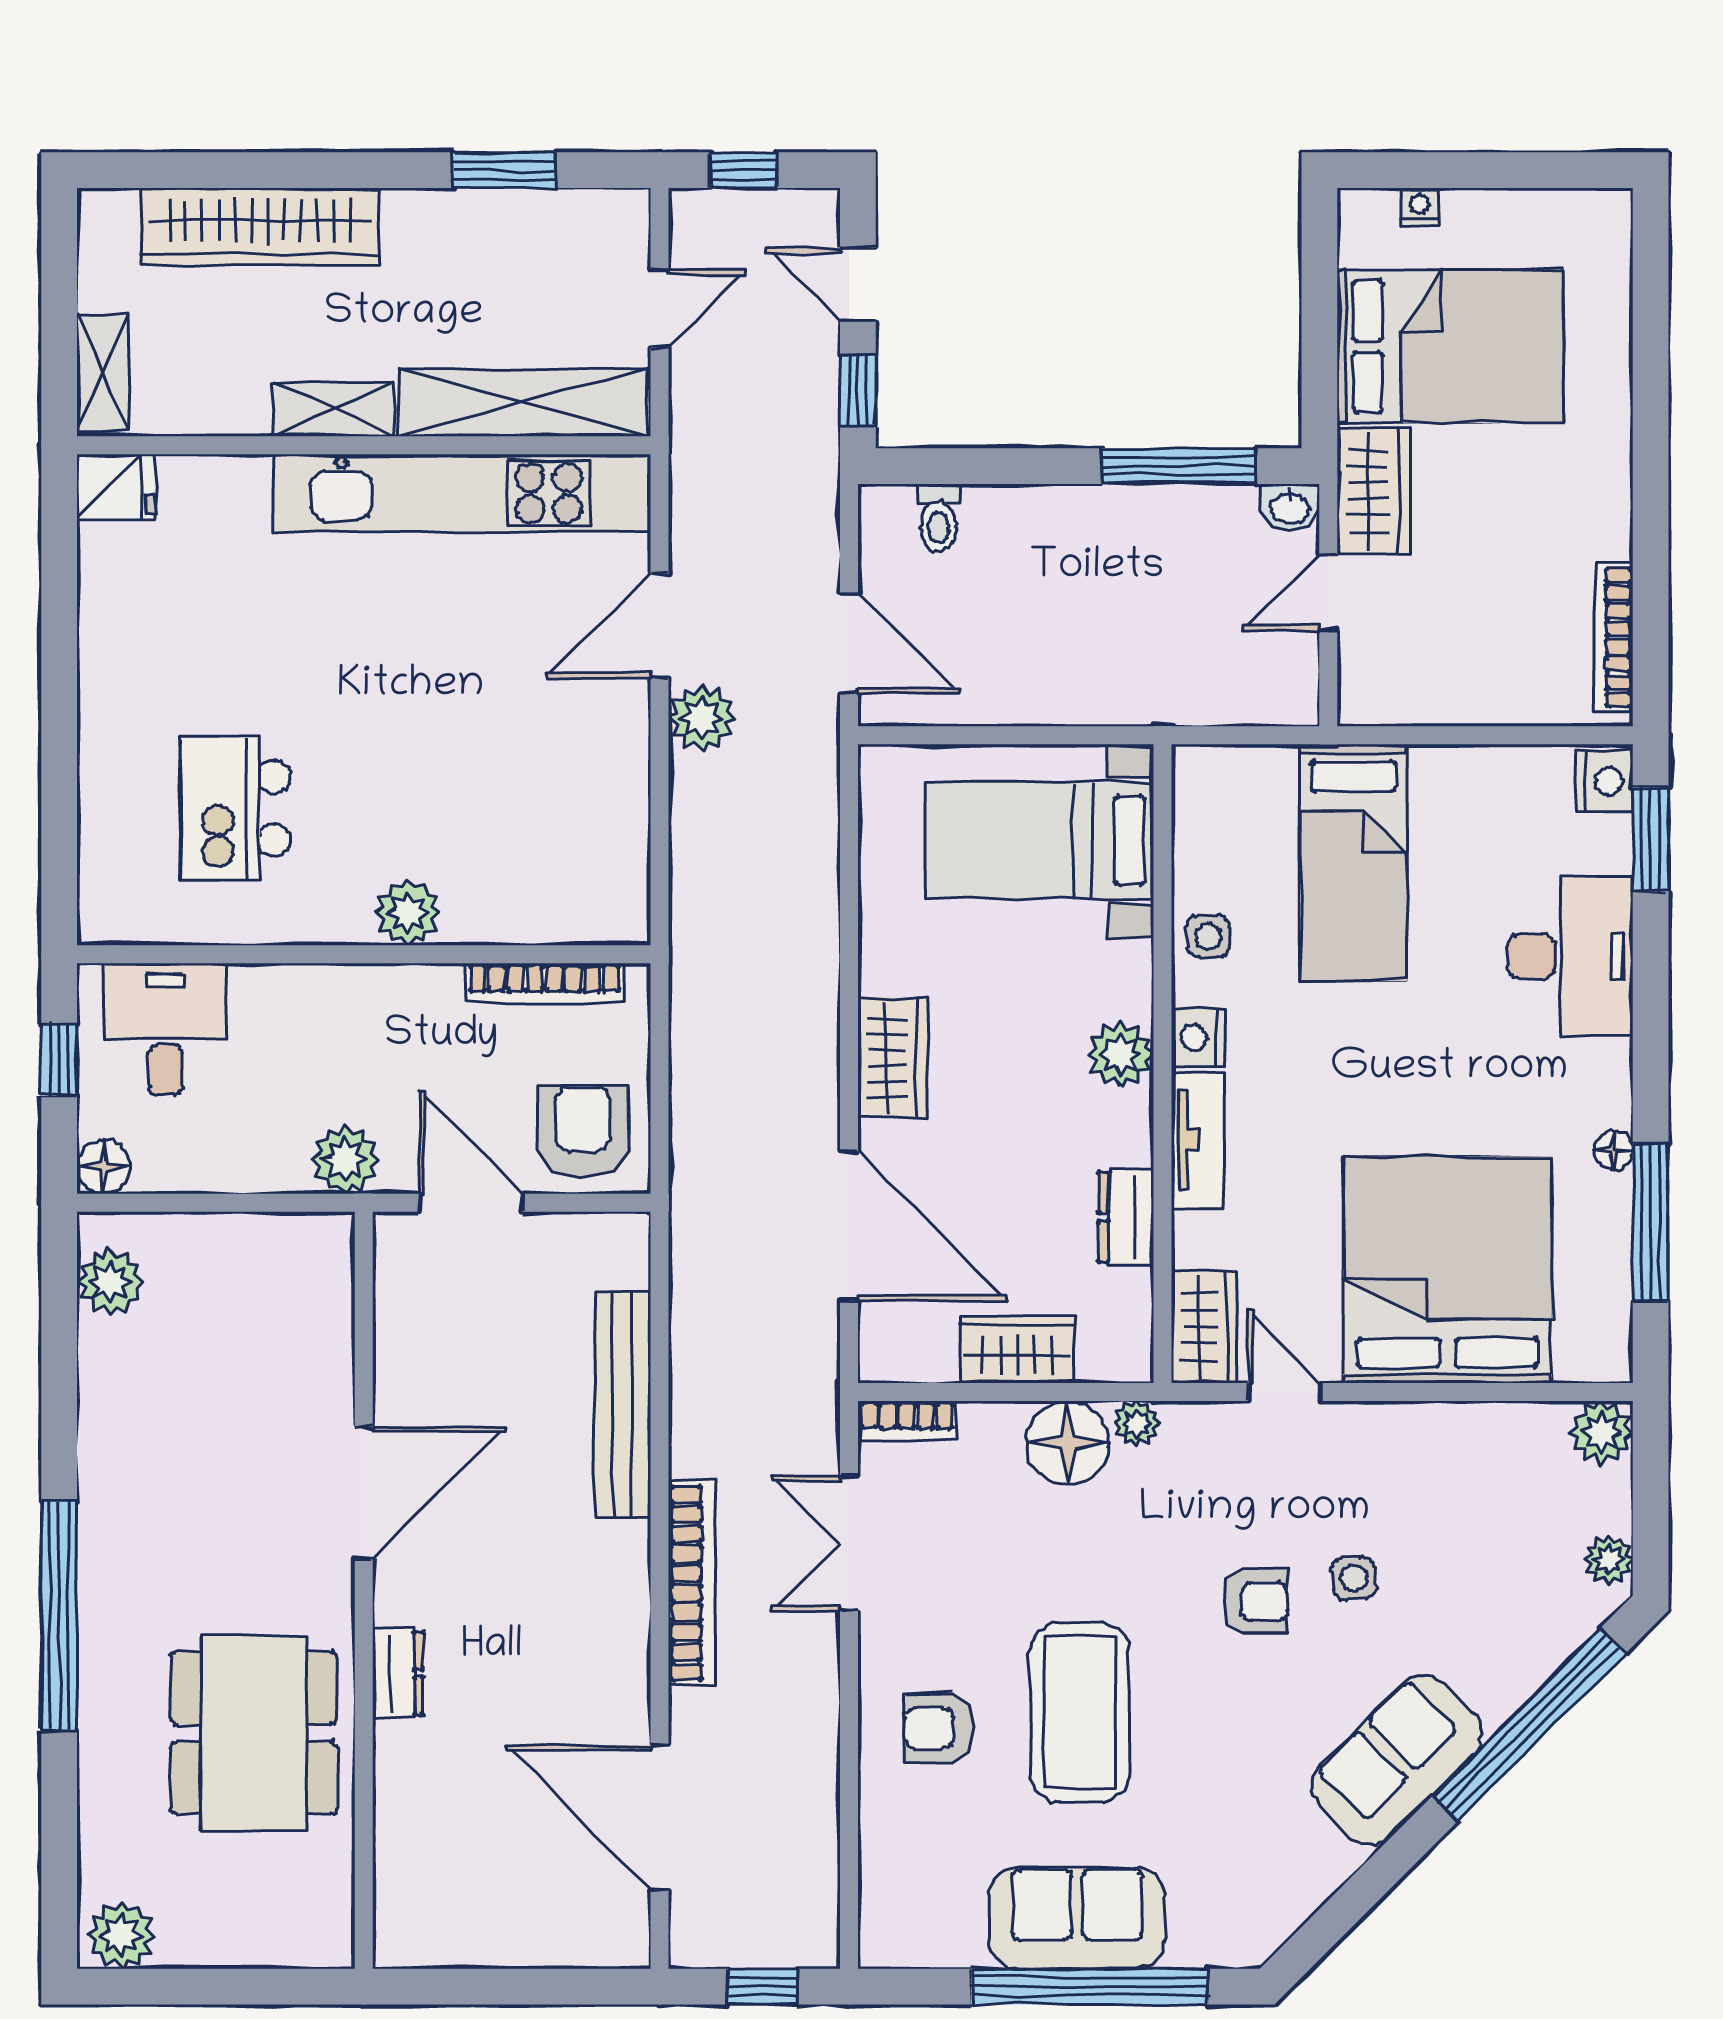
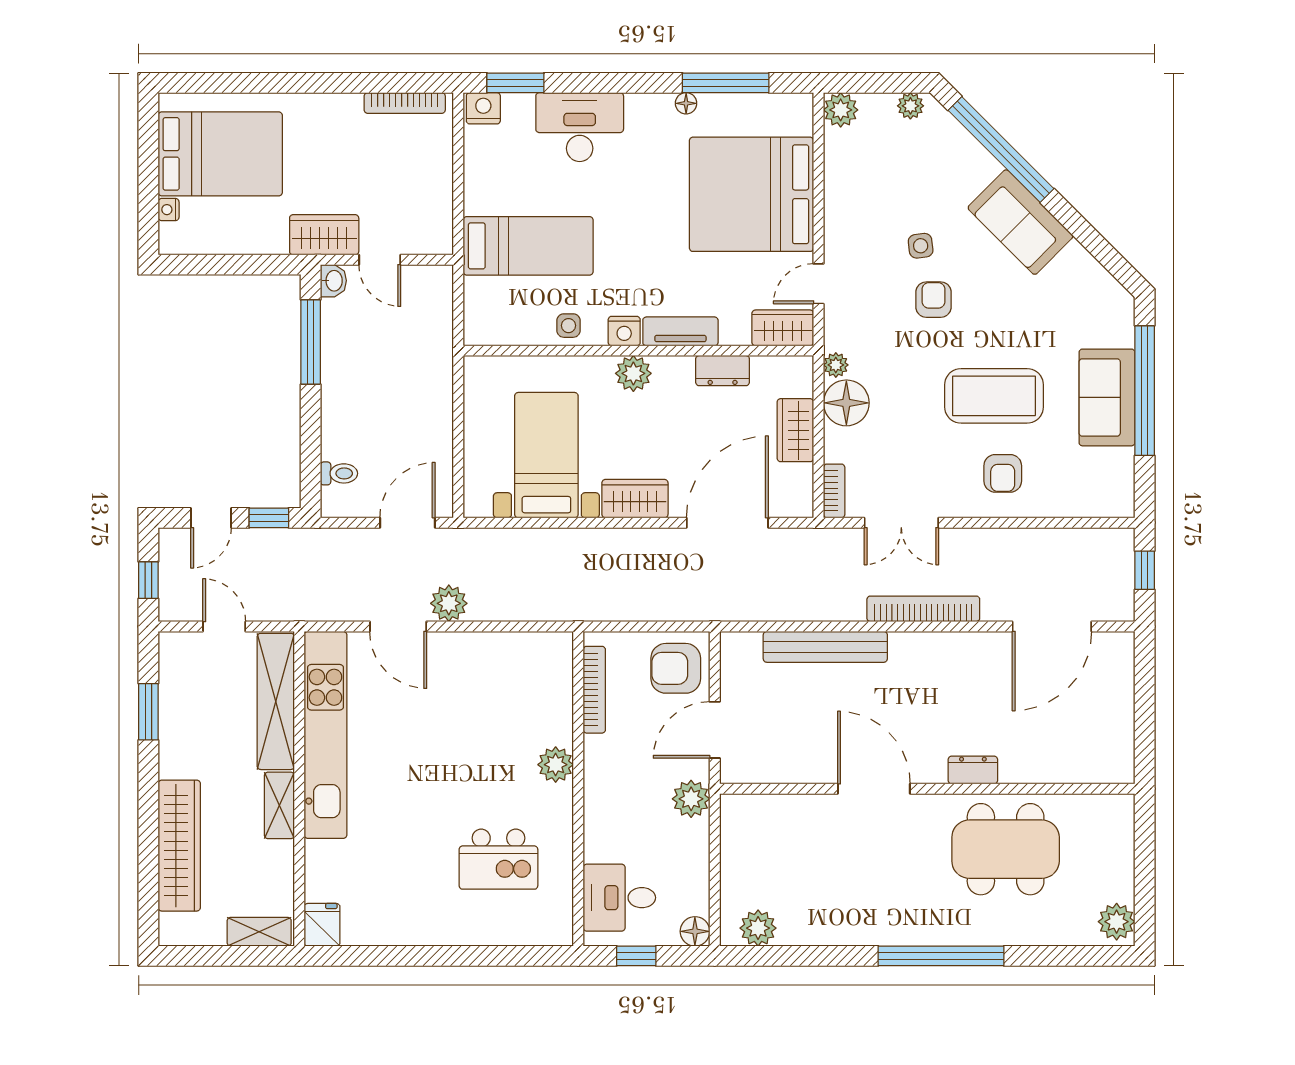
bed: (1450, 346) -> (220, 154), moved, turned 90
bed with nightstands: (1039, 841) -> (546, 455), moved, turned 180

